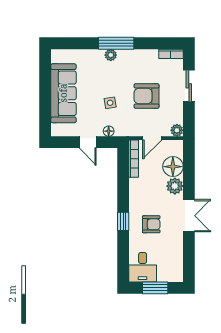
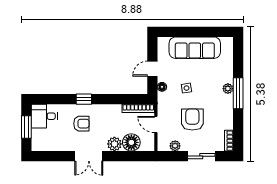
plant: (177, 130) -> (175, 146), moved
armchair: (151, 224) -> (81, 124), turned -90

